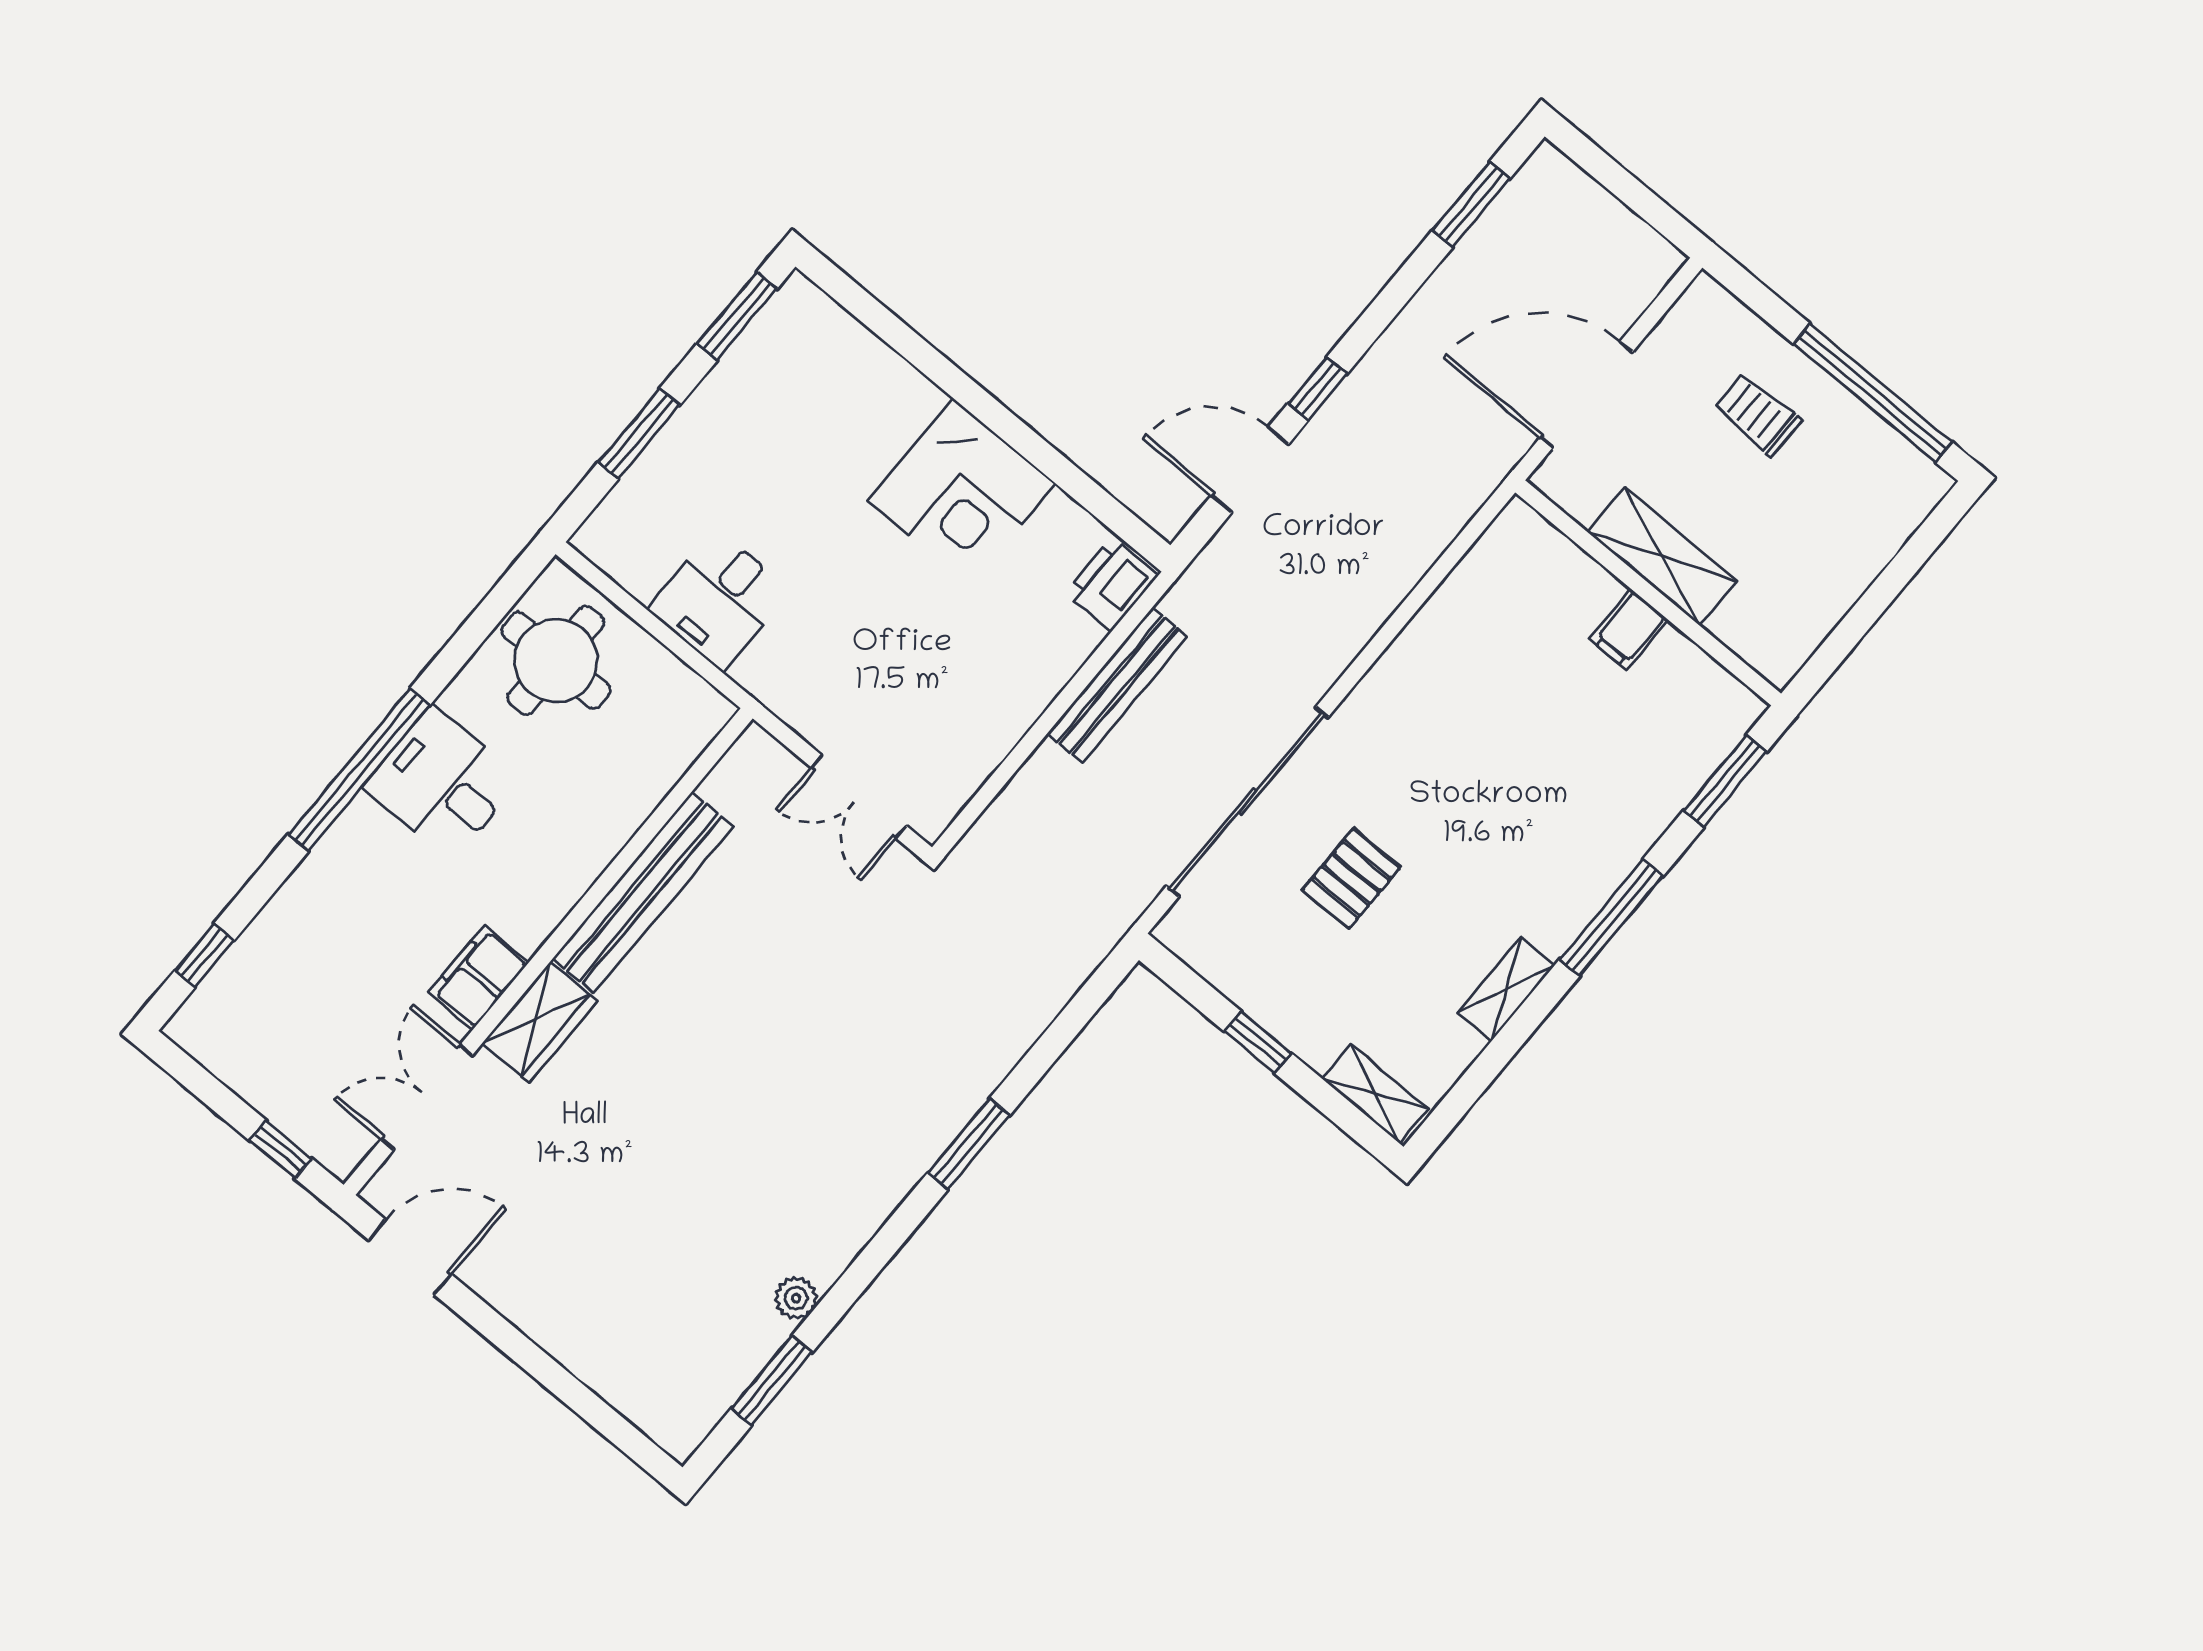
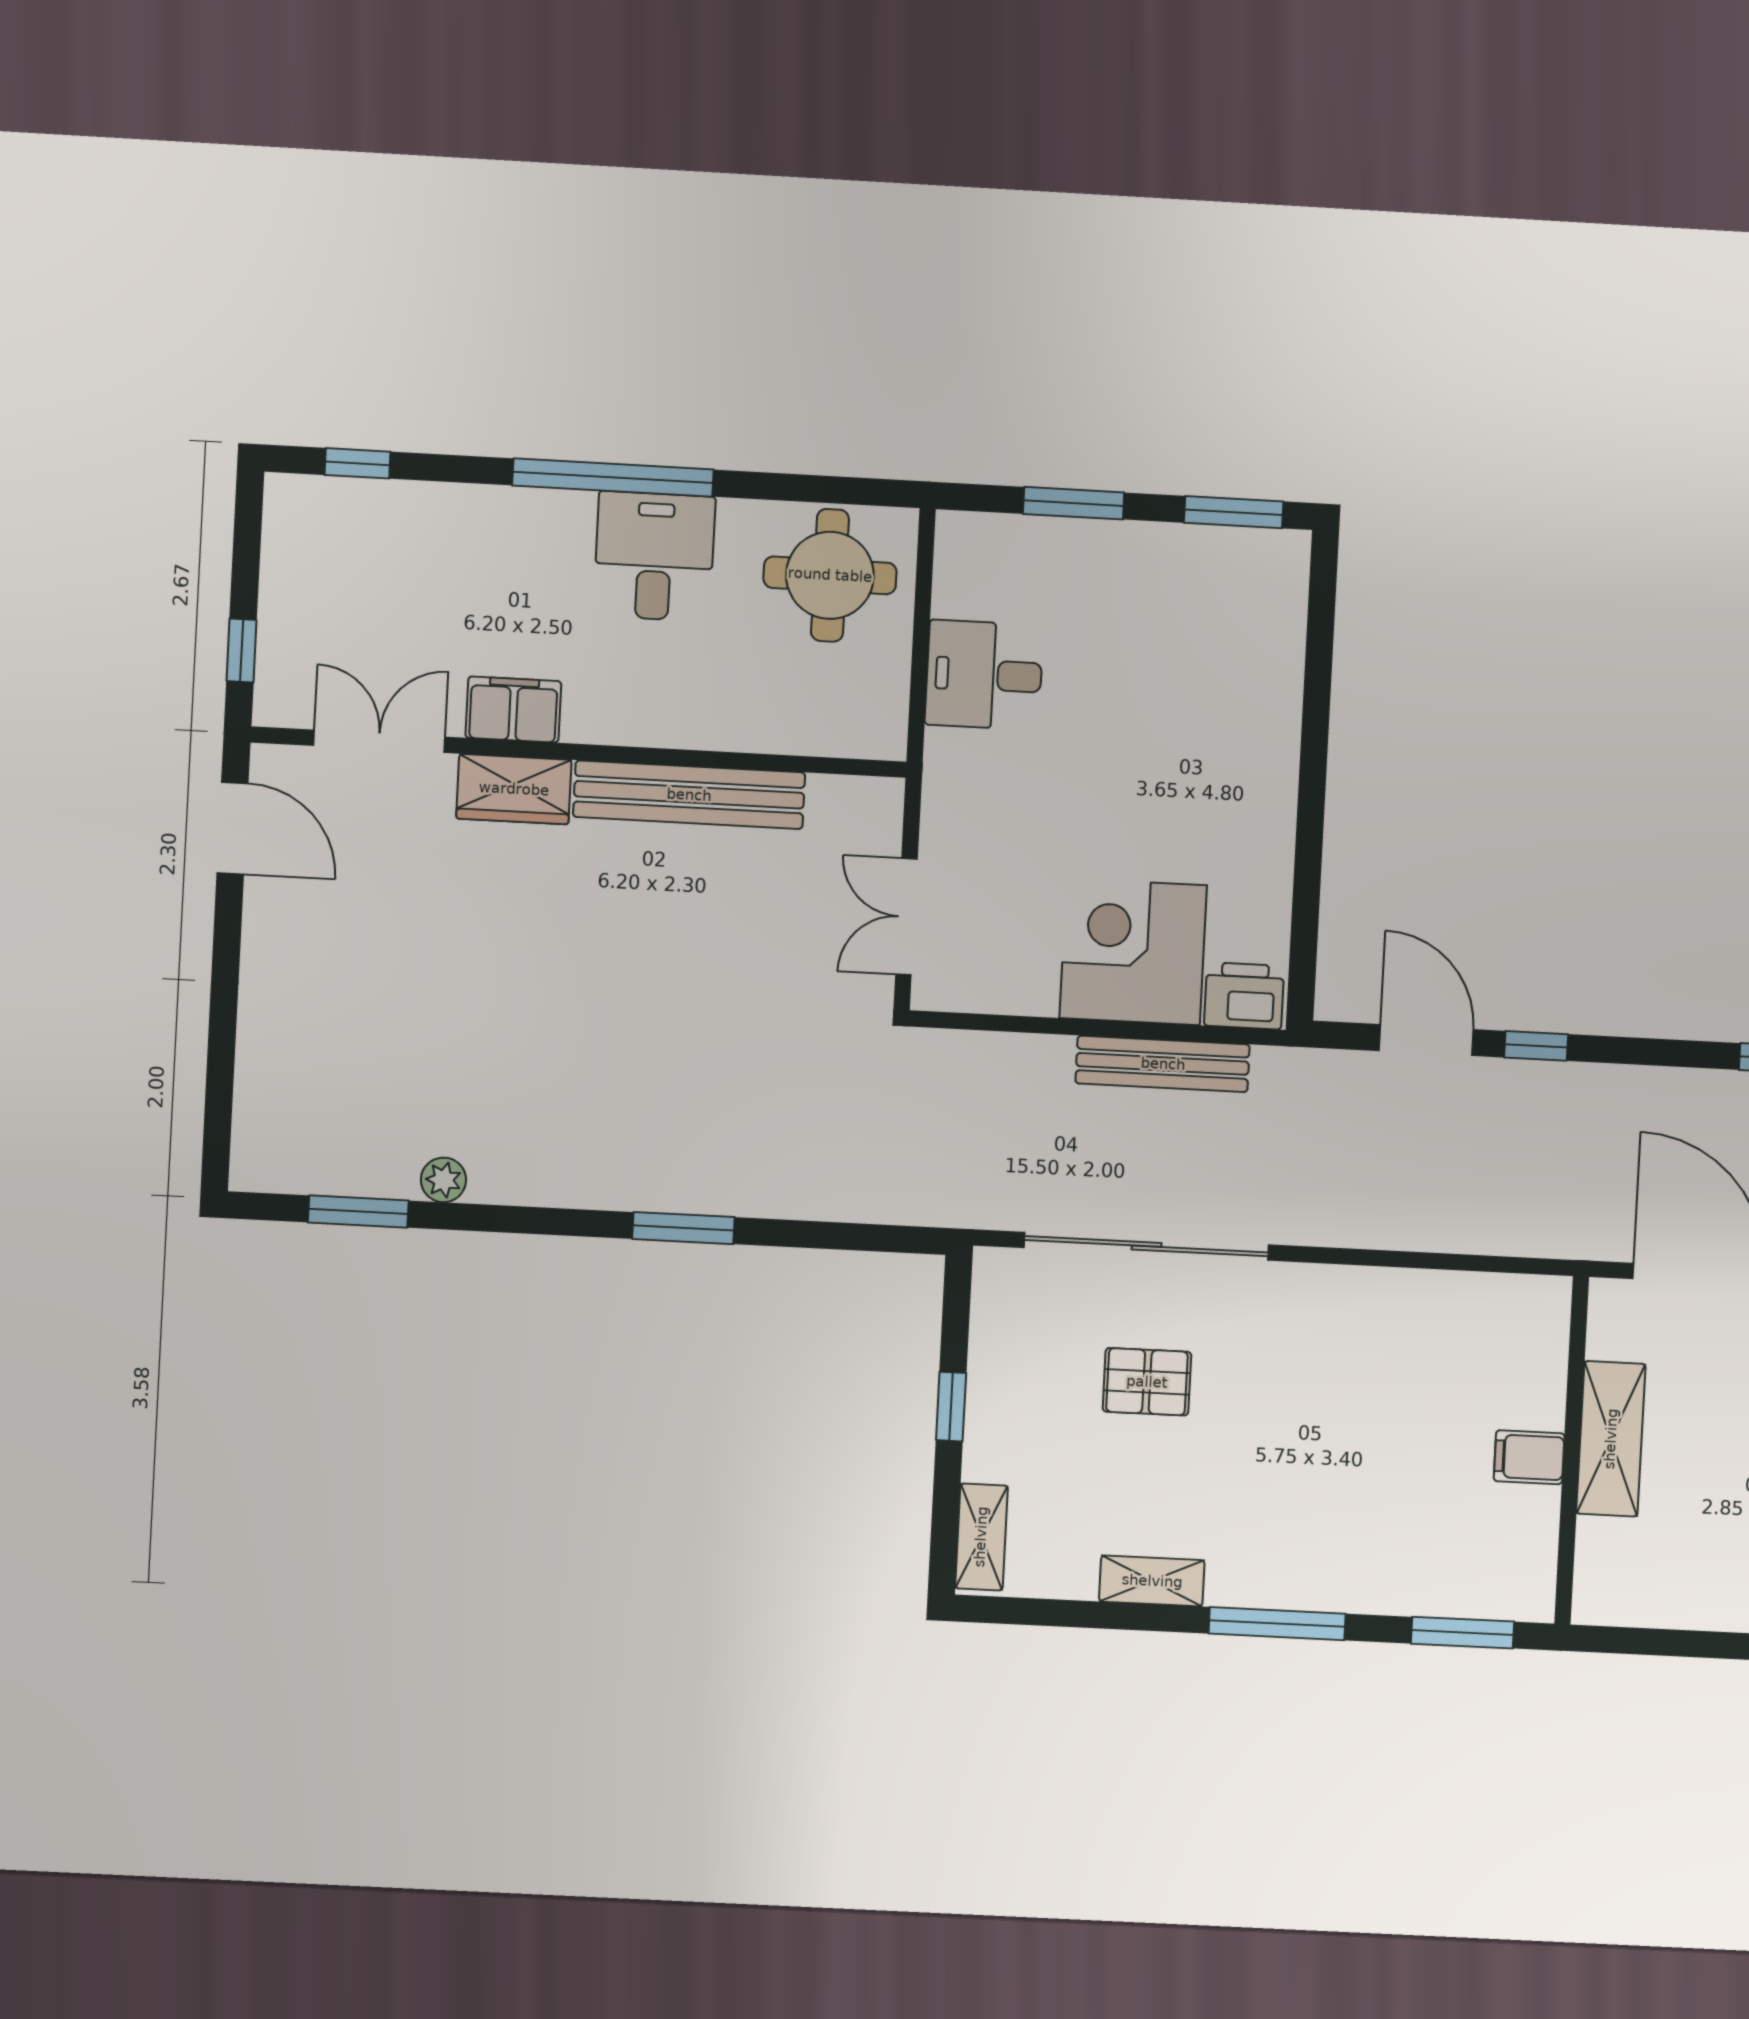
corner desk: (962, 492) -> (1133, 952), moved, turned 90

